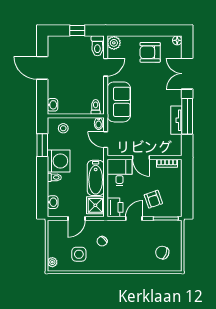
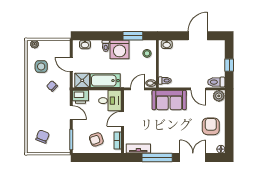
tv unit: (176, 120) -> (138, 148), moved
armchair: (153, 199) -> (96, 139), moved

